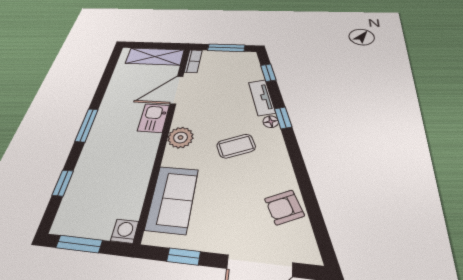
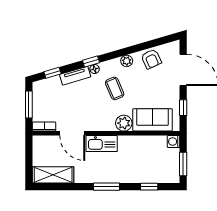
shelving: (155, 57) -> (53, 175), moved, turned 90
kitchen sink: (154, 118) -> (102, 144), width x1.38
plant: (181, 137) -> (124, 123), moved
plant: (282, 167) -> (127, 61), added

